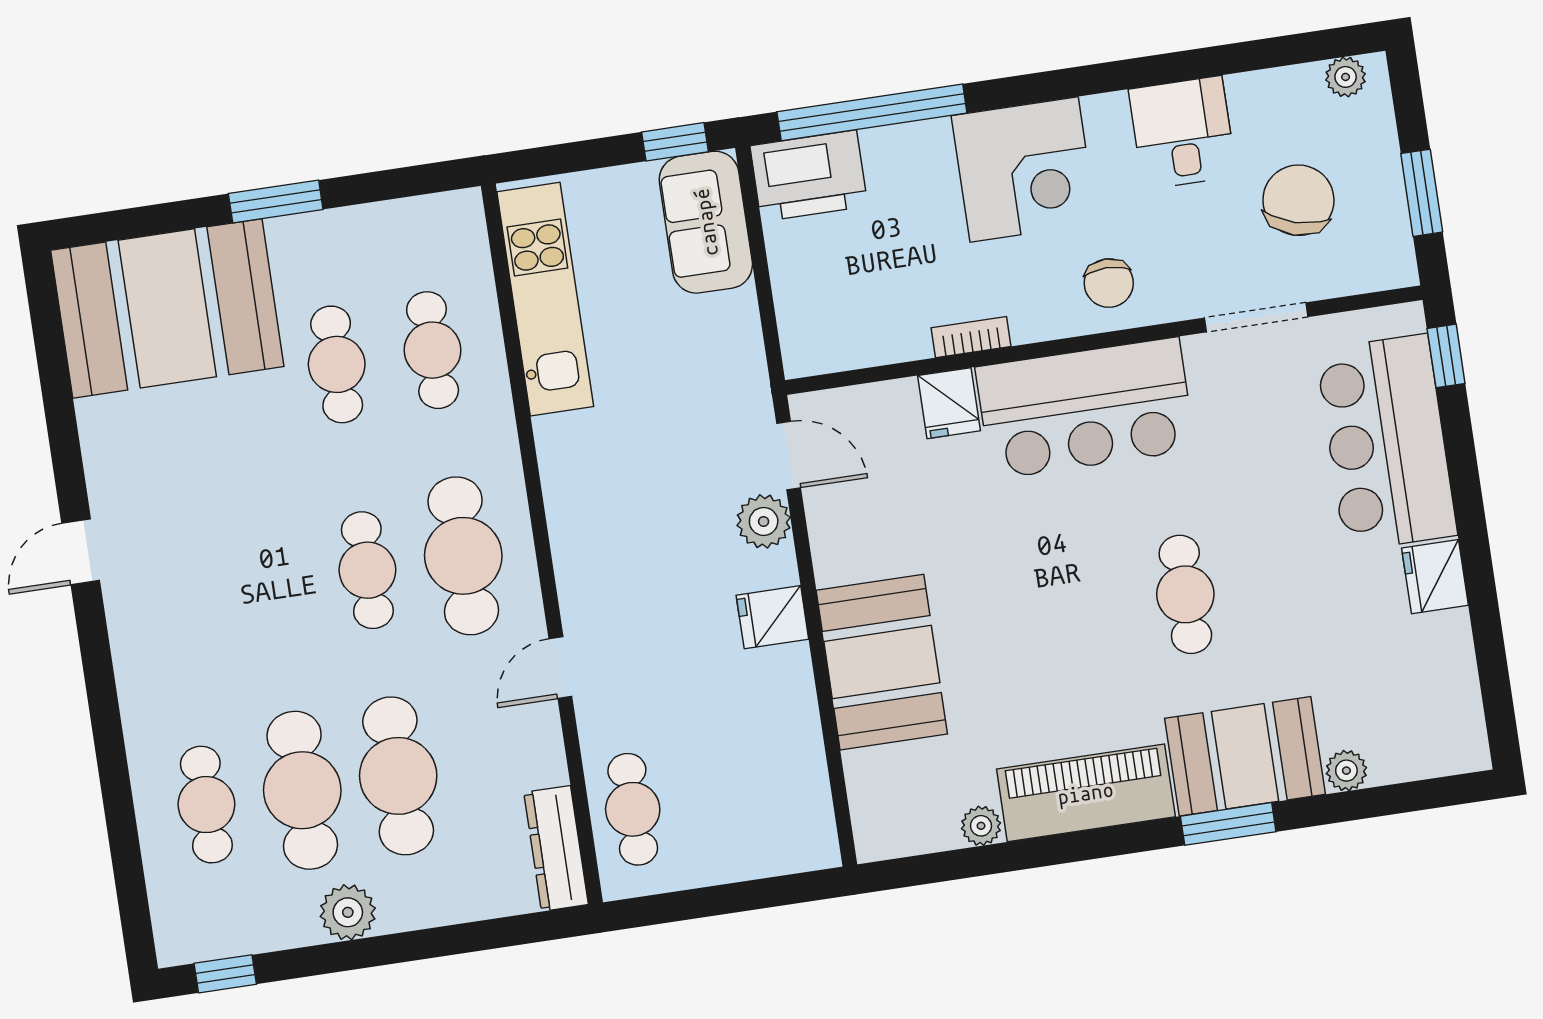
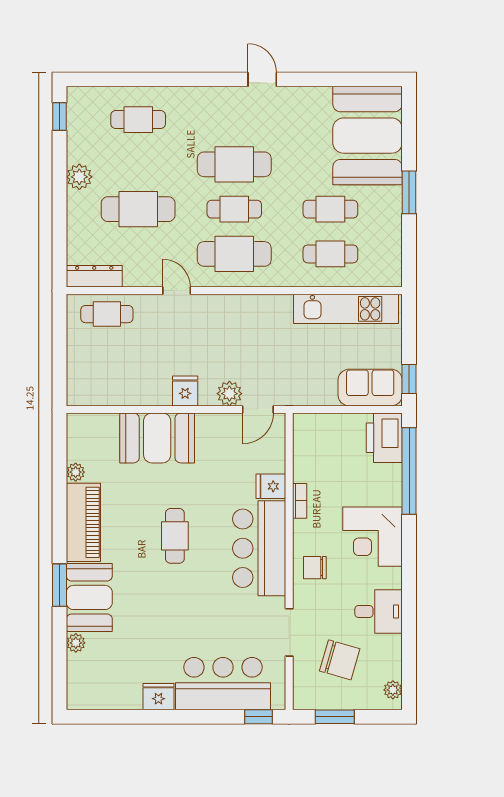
cafe table: (1185, 594) -> (175, 536), moved, turned 90
cafe table: (302, 790) -> (234, 164), moved

